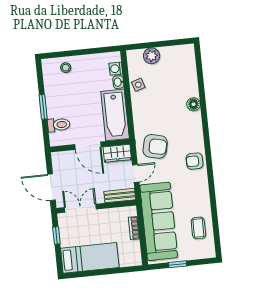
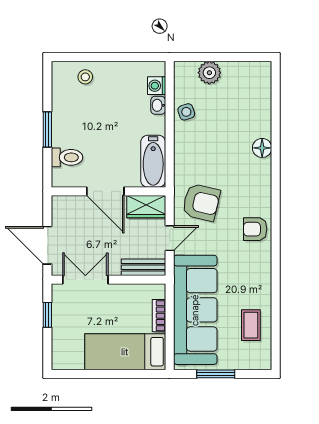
bathtub: (115, 115) -> (153, 161), width x0.73, depth x0.73
bed: (90, 258) -> (125, 352), moved, turned 180
window: (178, 264) -> (216, 374), width x1.50

